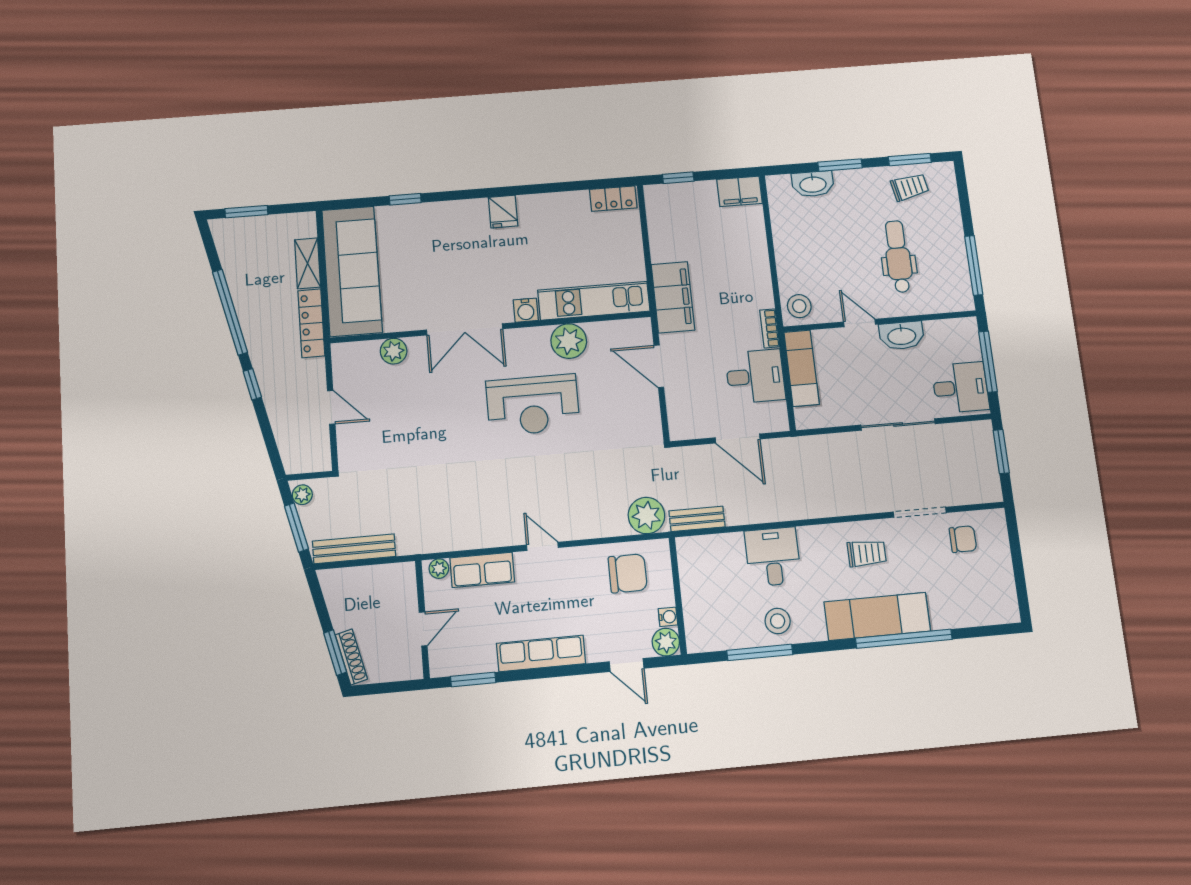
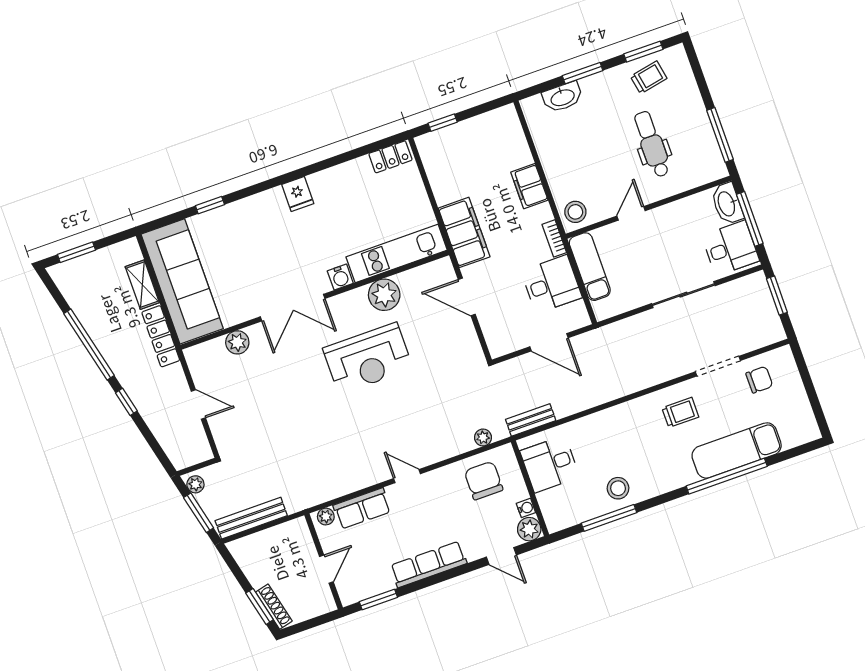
filing cabinet: (740, 191) -> (529, 186), moved, turned 90
door: (859, 323) -> (631, 213), hinge flipped
washbasin: (902, 336) -> (727, 204), moved, turned 90
plant: (646, 516) -> (483, 437), width x0.53, depth x0.53
desk: (773, 557) -> (550, 464), moved, turned -90
chair: (628, 573) -> (484, 481), turned -90
exam couch: (877, 616) -> (737, 450), moved

